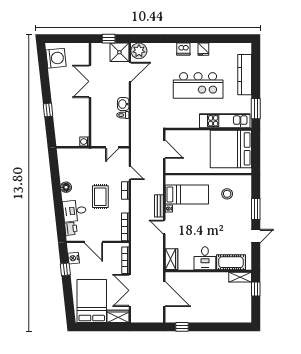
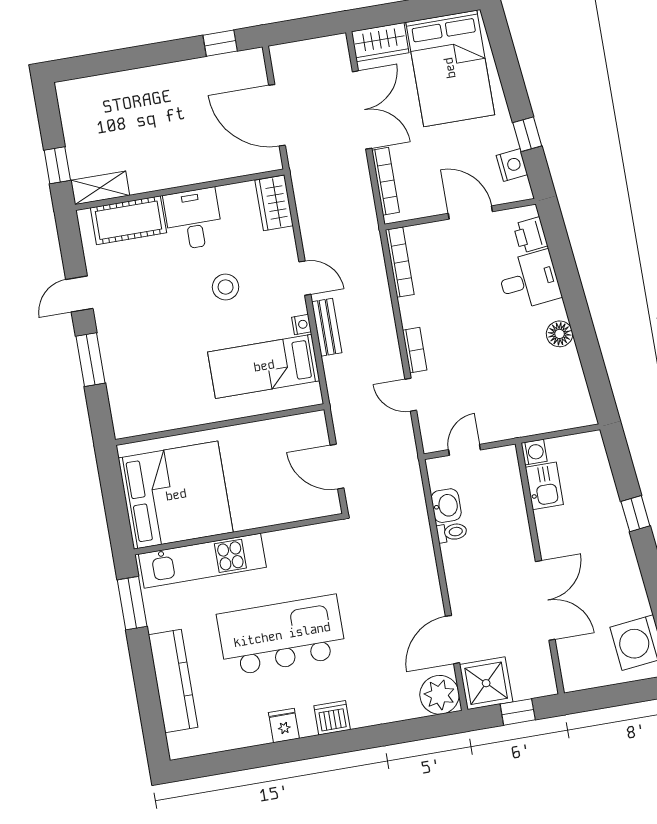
washbasin: (123, 104) -> (446, 506), moved
kitchen sink: (83, 127) -> (544, 486), added
stool: (227, 194) -> (226, 287), moved
rug: (100, 197) -> (472, 325), removed

